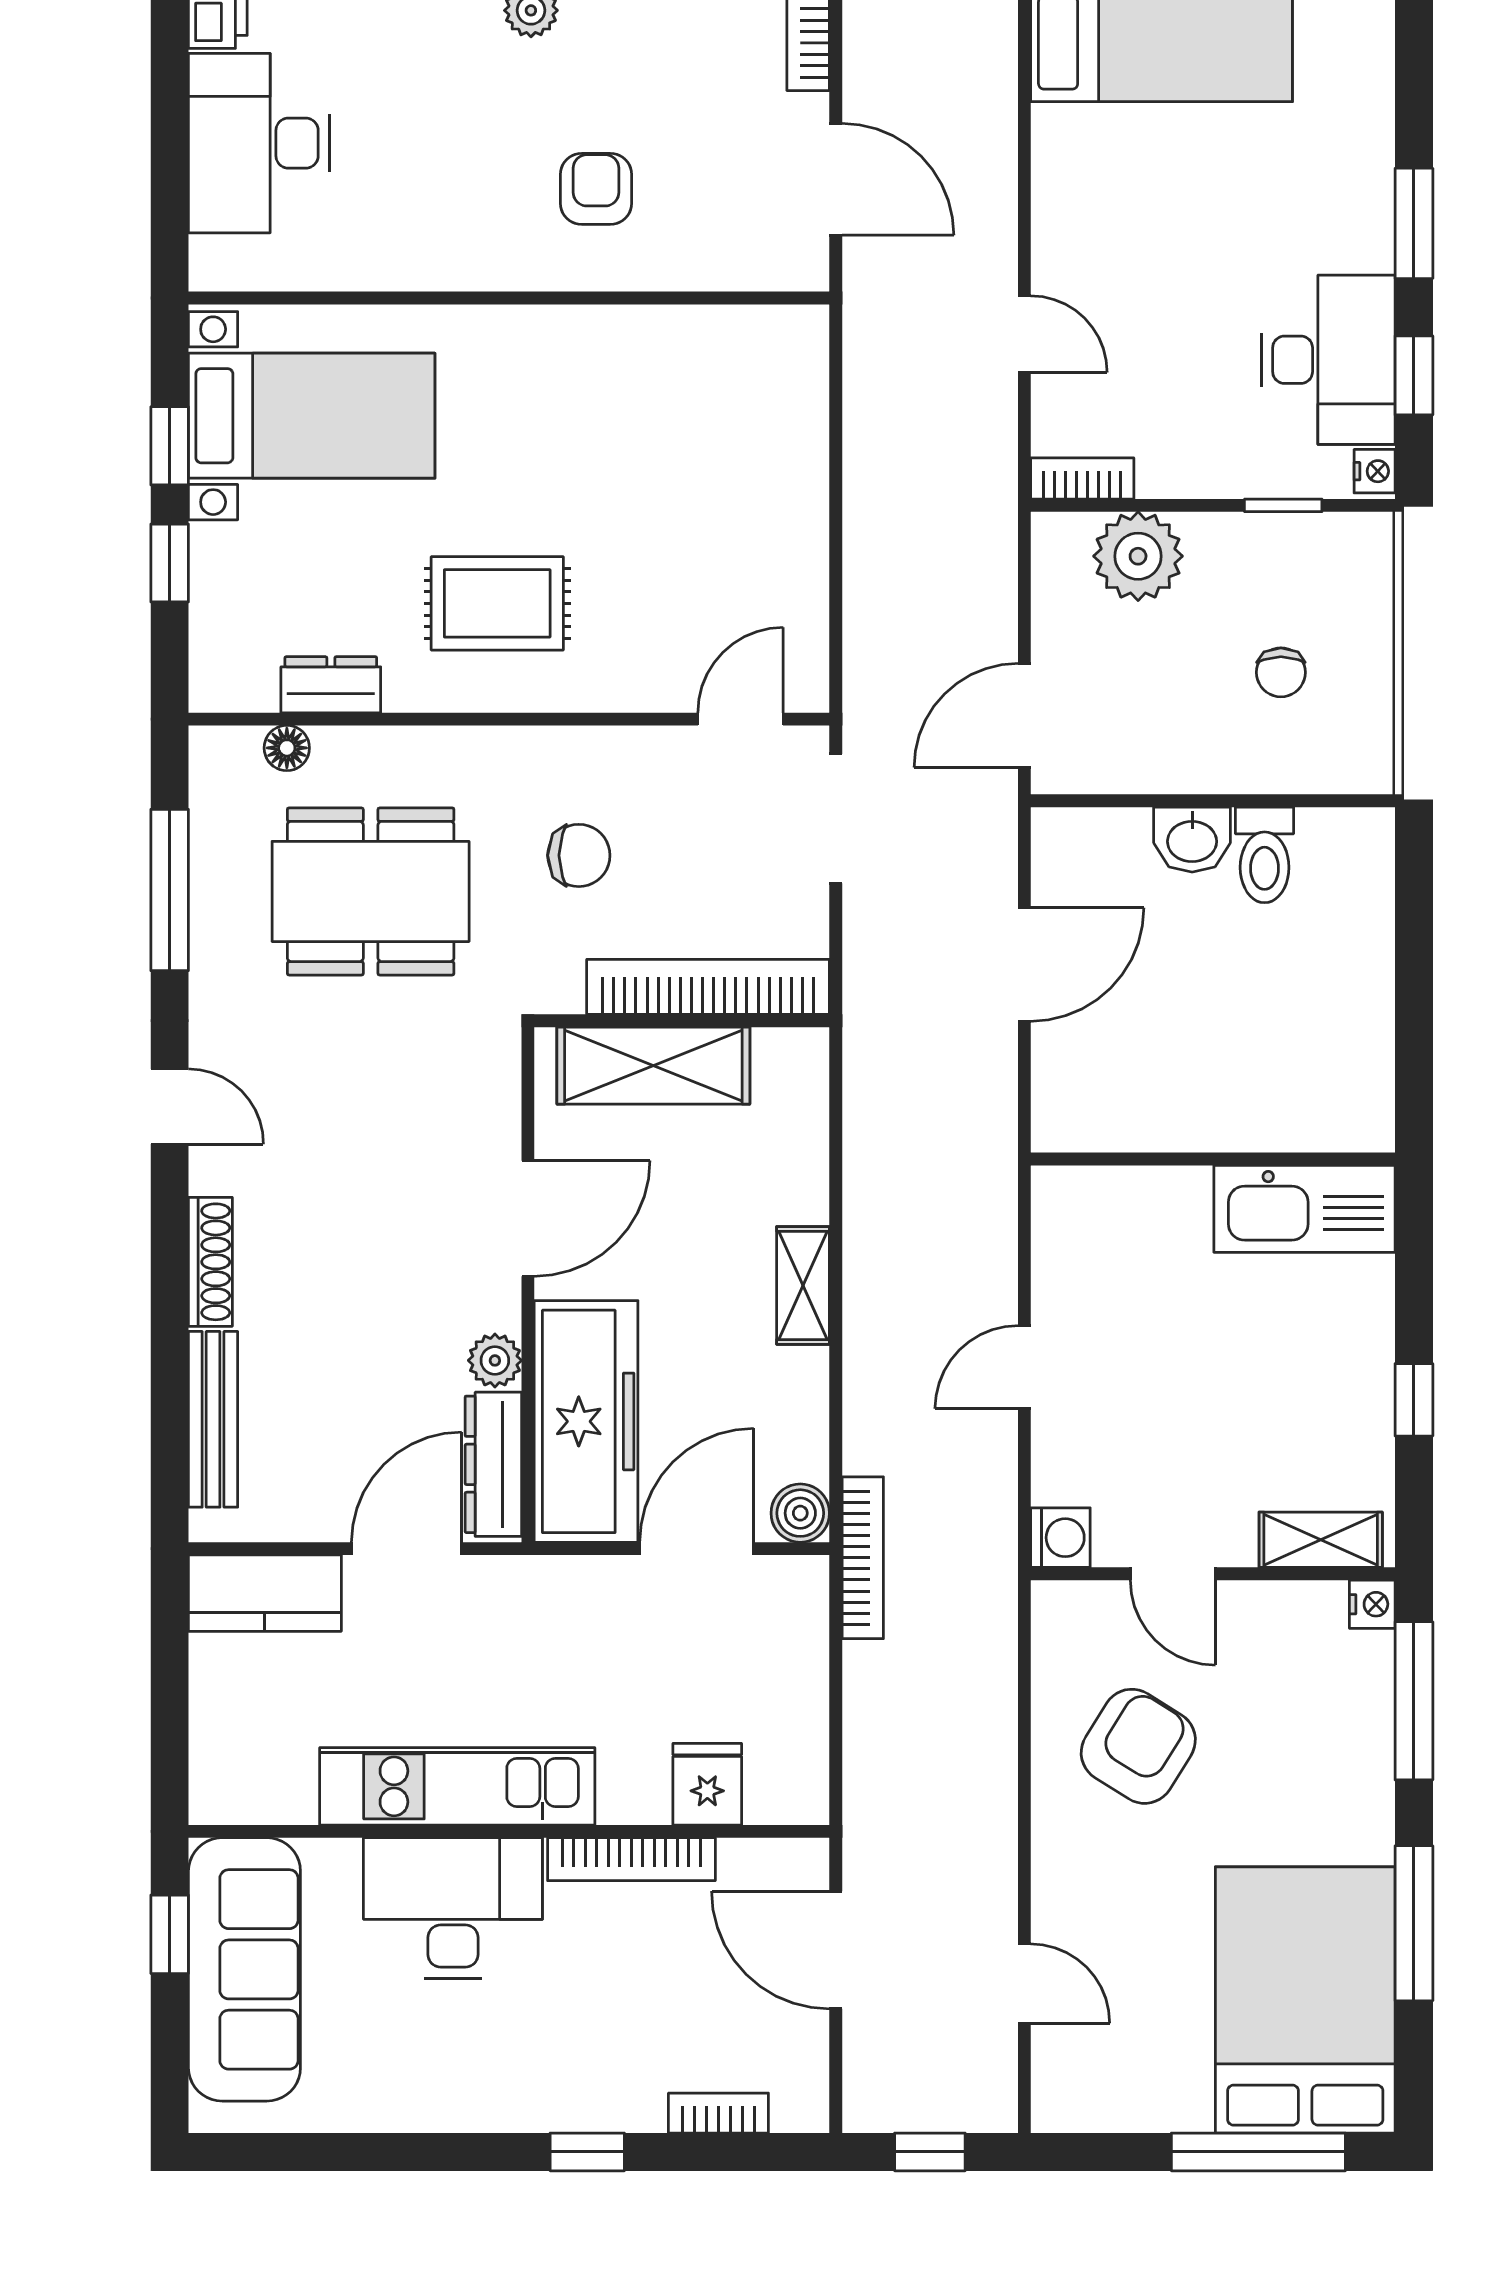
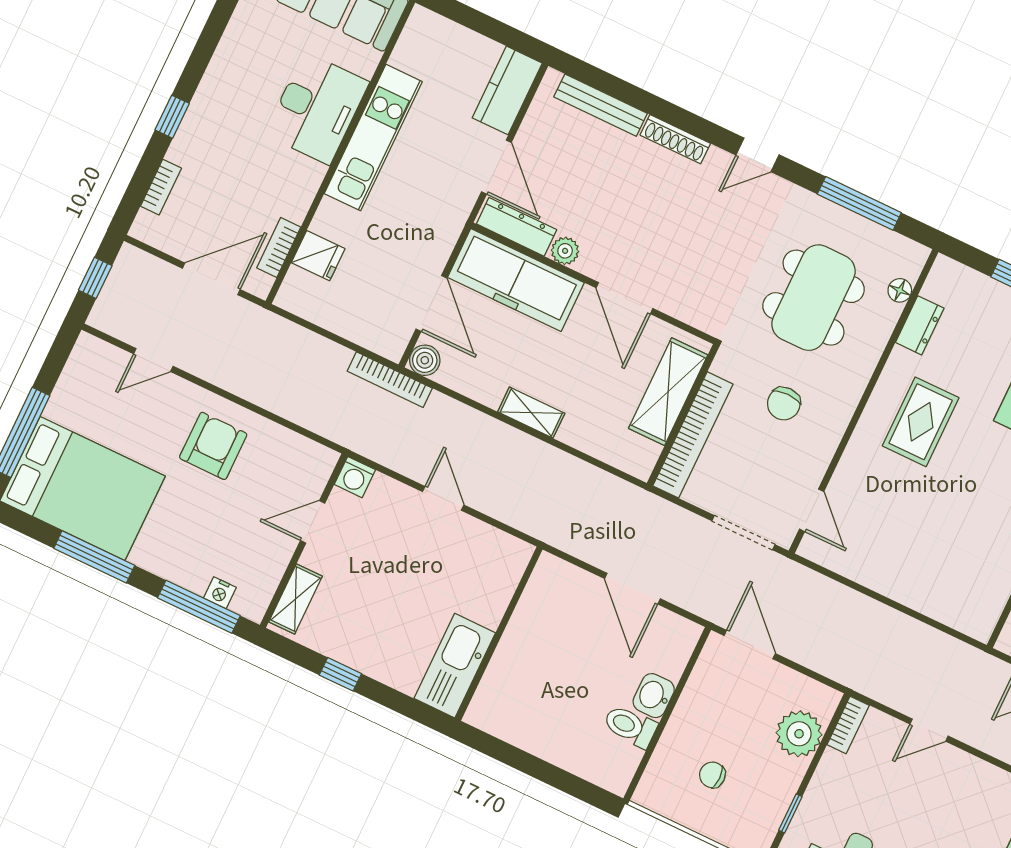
nightstand: (1372, 1604) -> (220, 593), moved
armchair: (1138, 1746) -> (213, 446), moved, turned -122
bookcase: (631, 1859) -> (279, 247), moved, width x0.64

